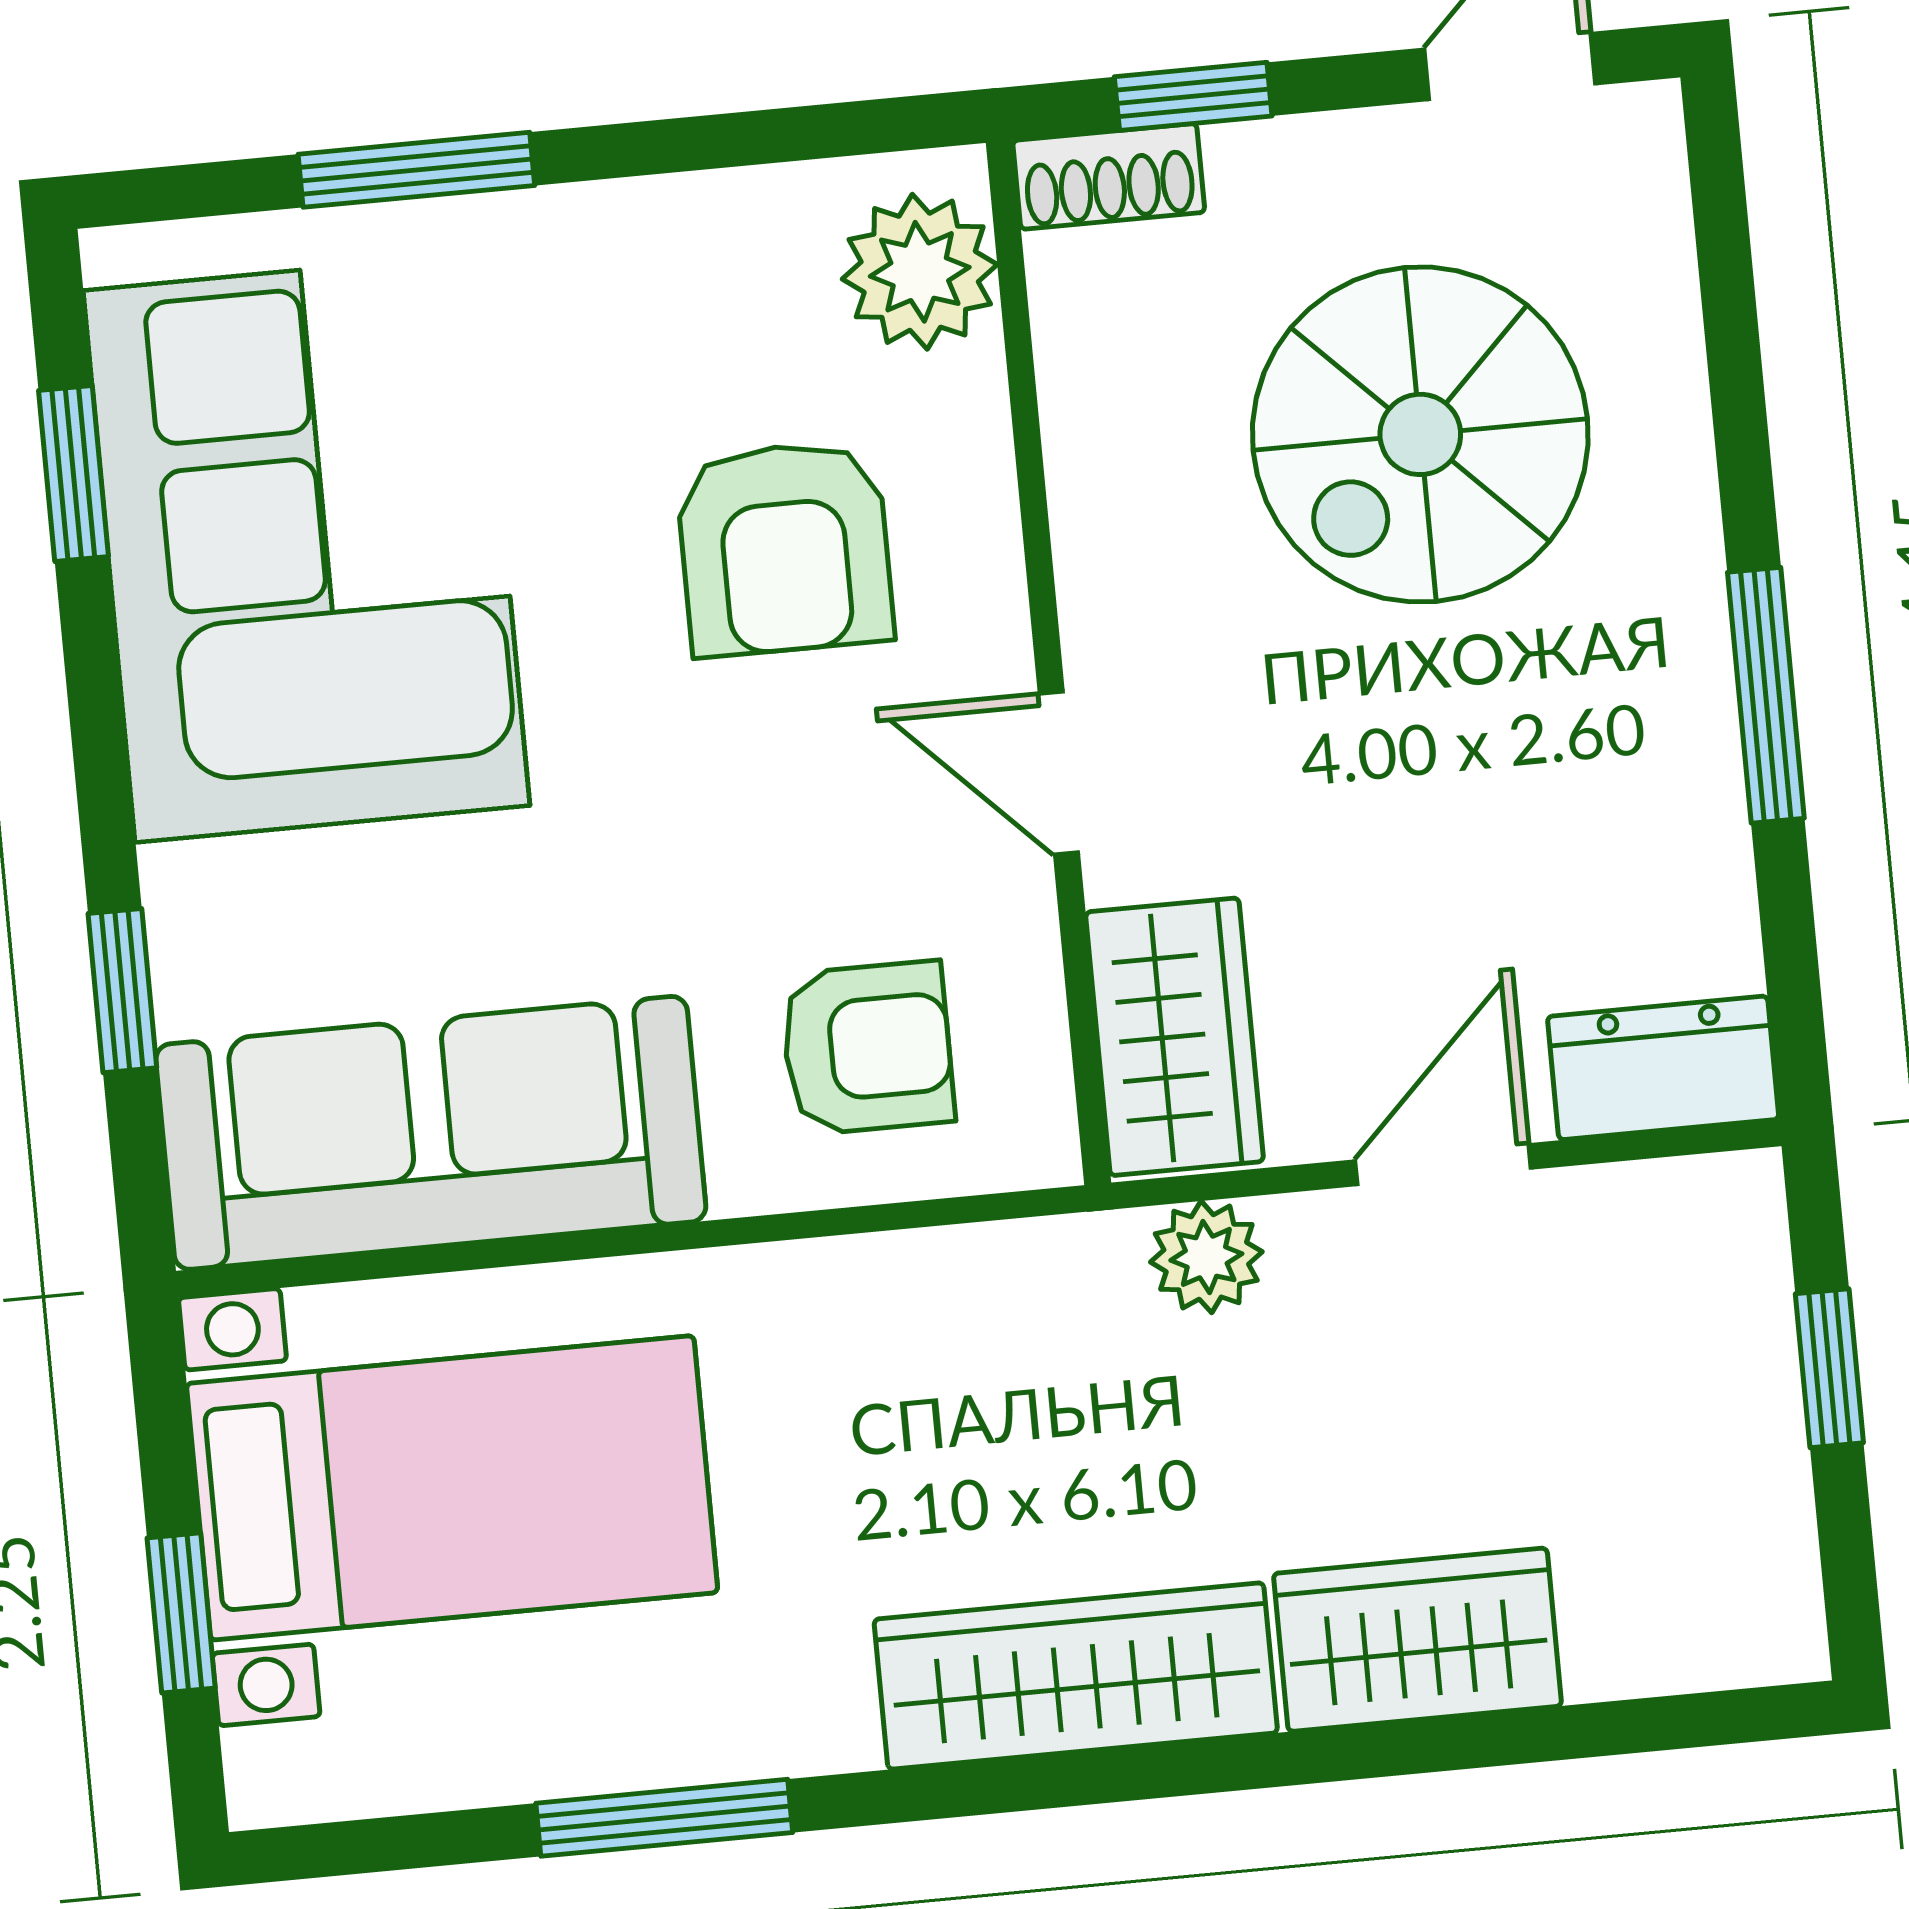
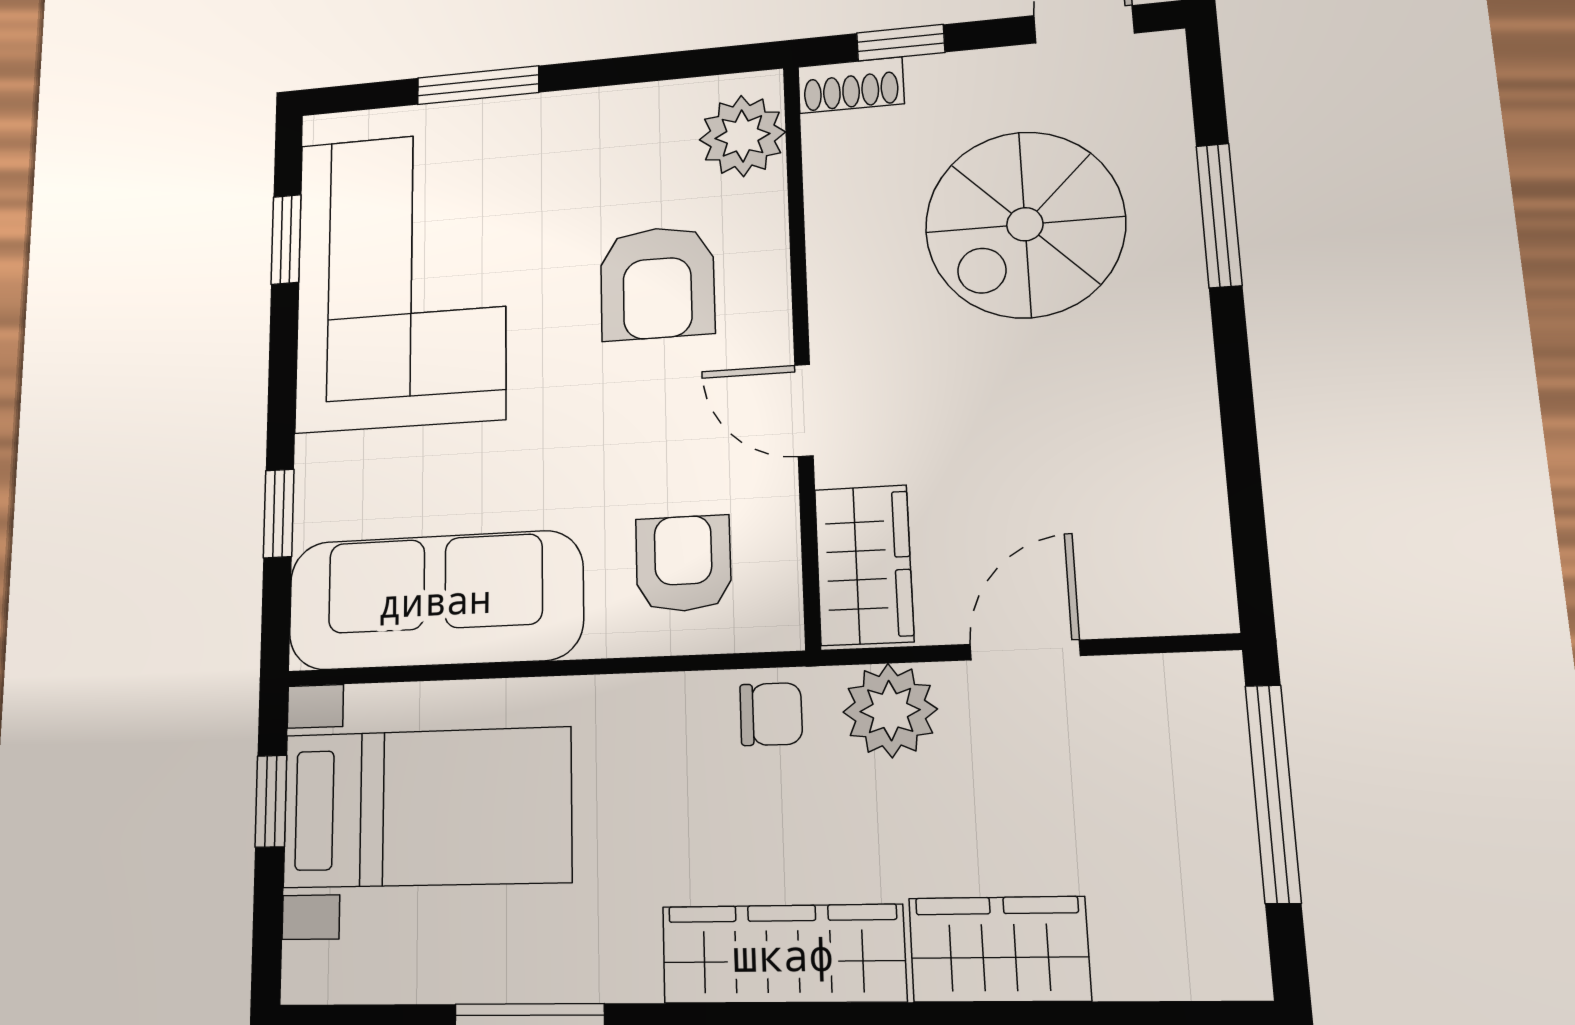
window: (1766, 695) -> (1219, 215), moved
armchair: (867, 1048) -> (683, 563), turned -90
dresser: (1663, 1068) -> (1166, 598), removed
plant: (1206, 1257) -> (890, 711), width x1.38, depth x1.38
chair: (1033, 1294) -> (771, 714), added
window: (1829, 1368) -> (1273, 793), width x2.17
window: (181, 1613) -> (271, 801), moved

